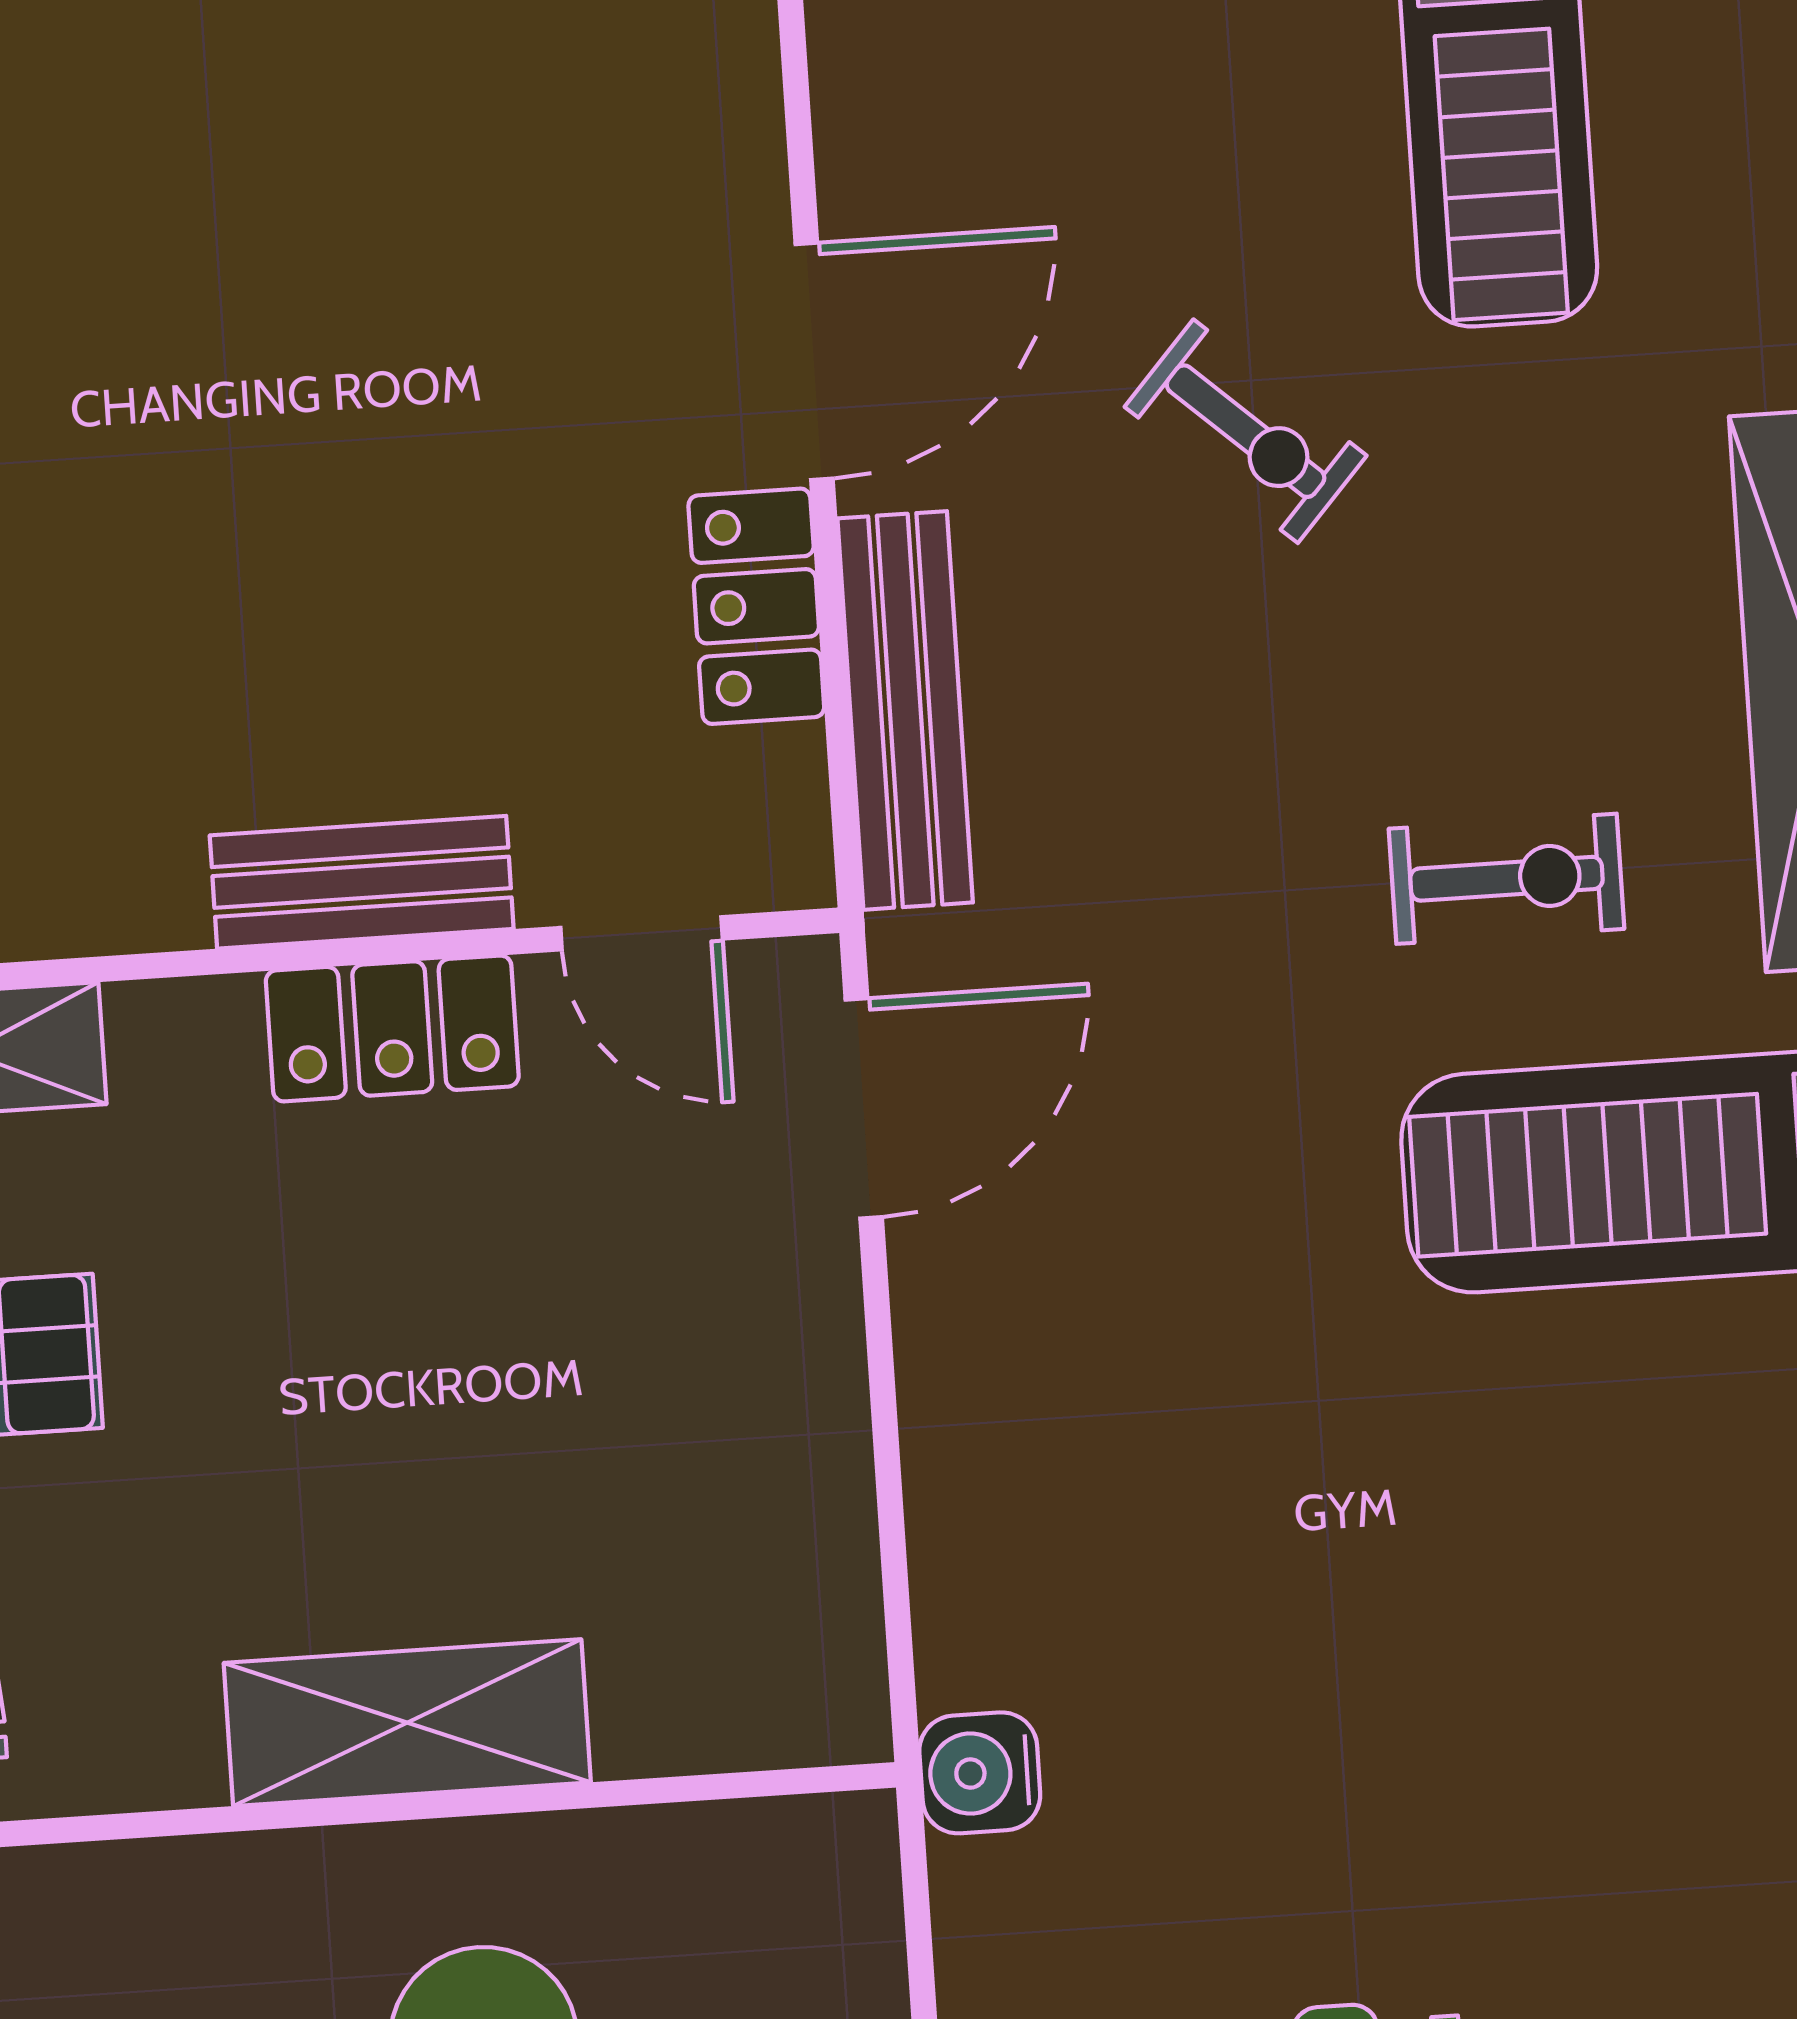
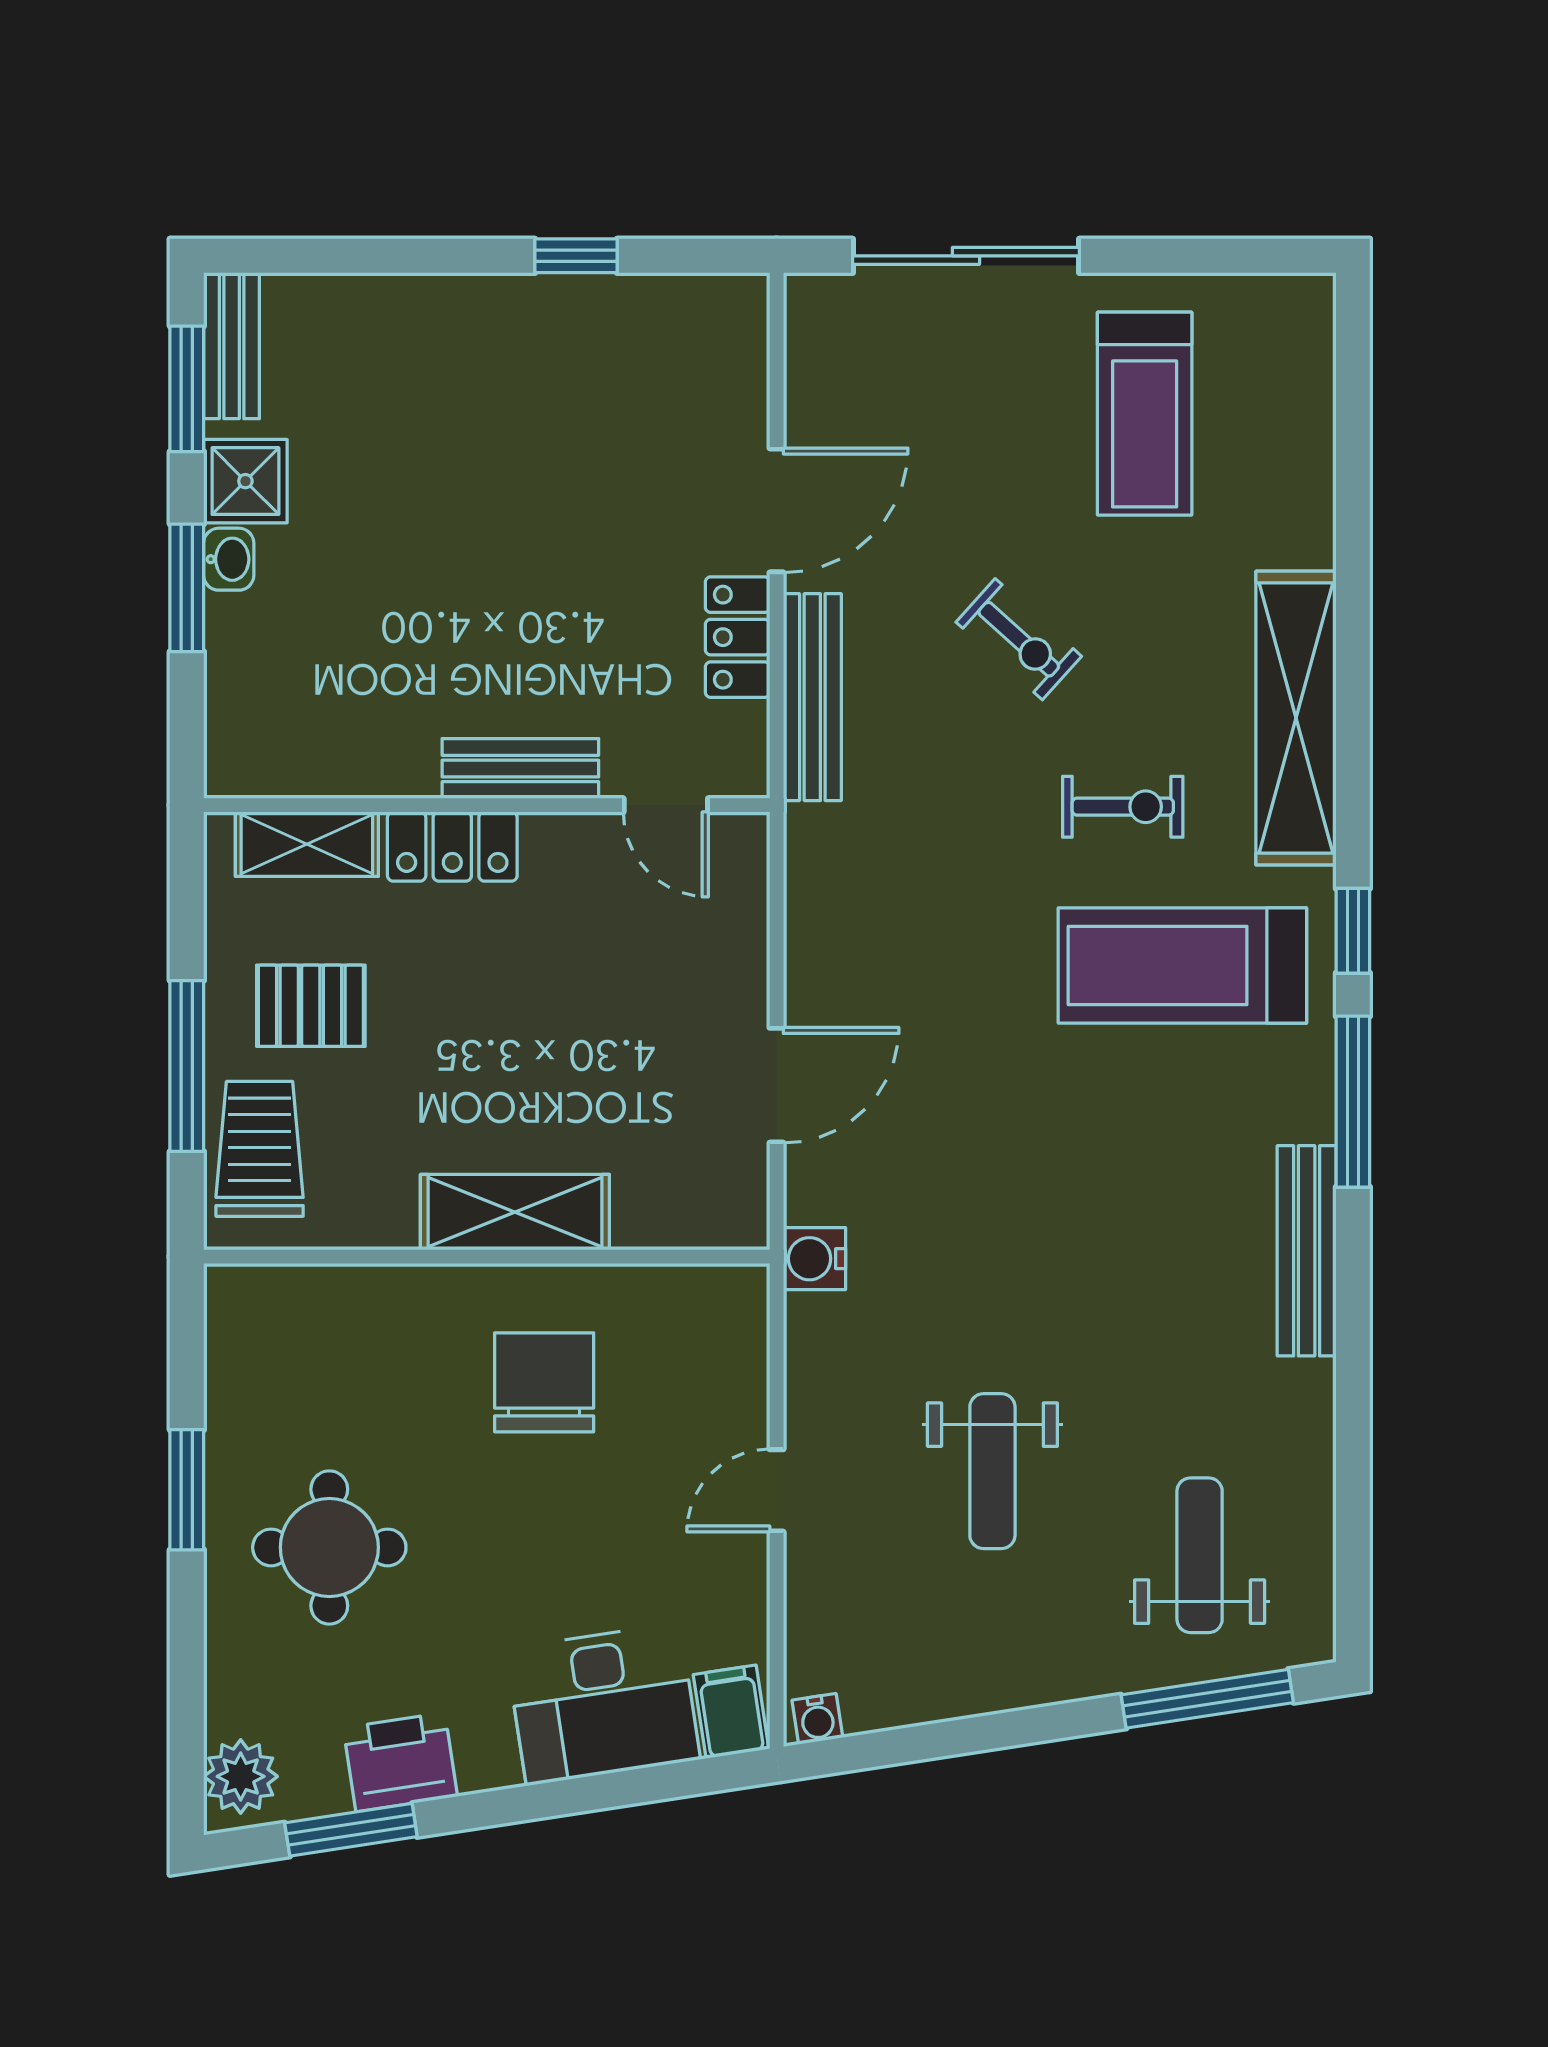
exercise bike: (1246, 431) -> (1019, 639), moved
locker: (392, 1028) -> (452, 846), moved
door: (864, 1108) -> (777, 1085), moved

